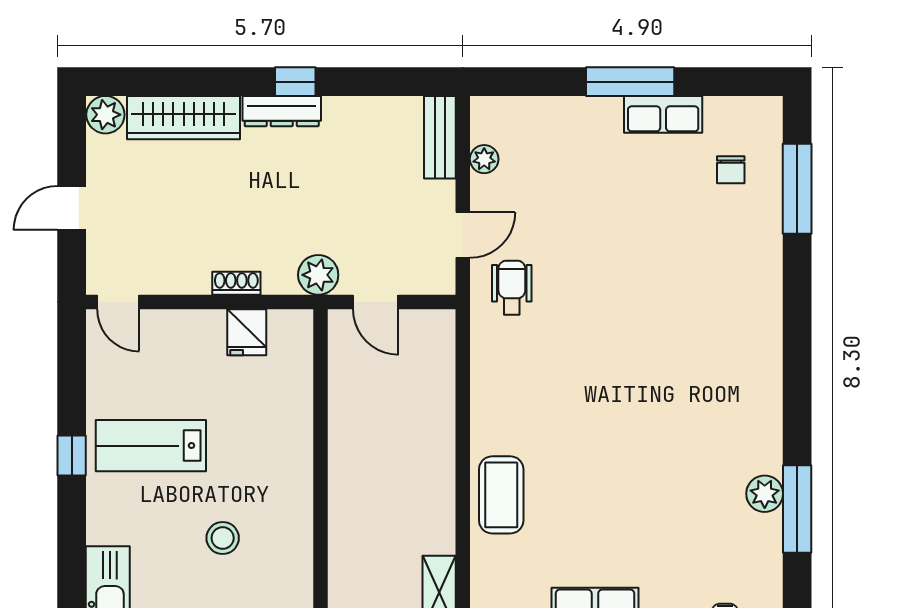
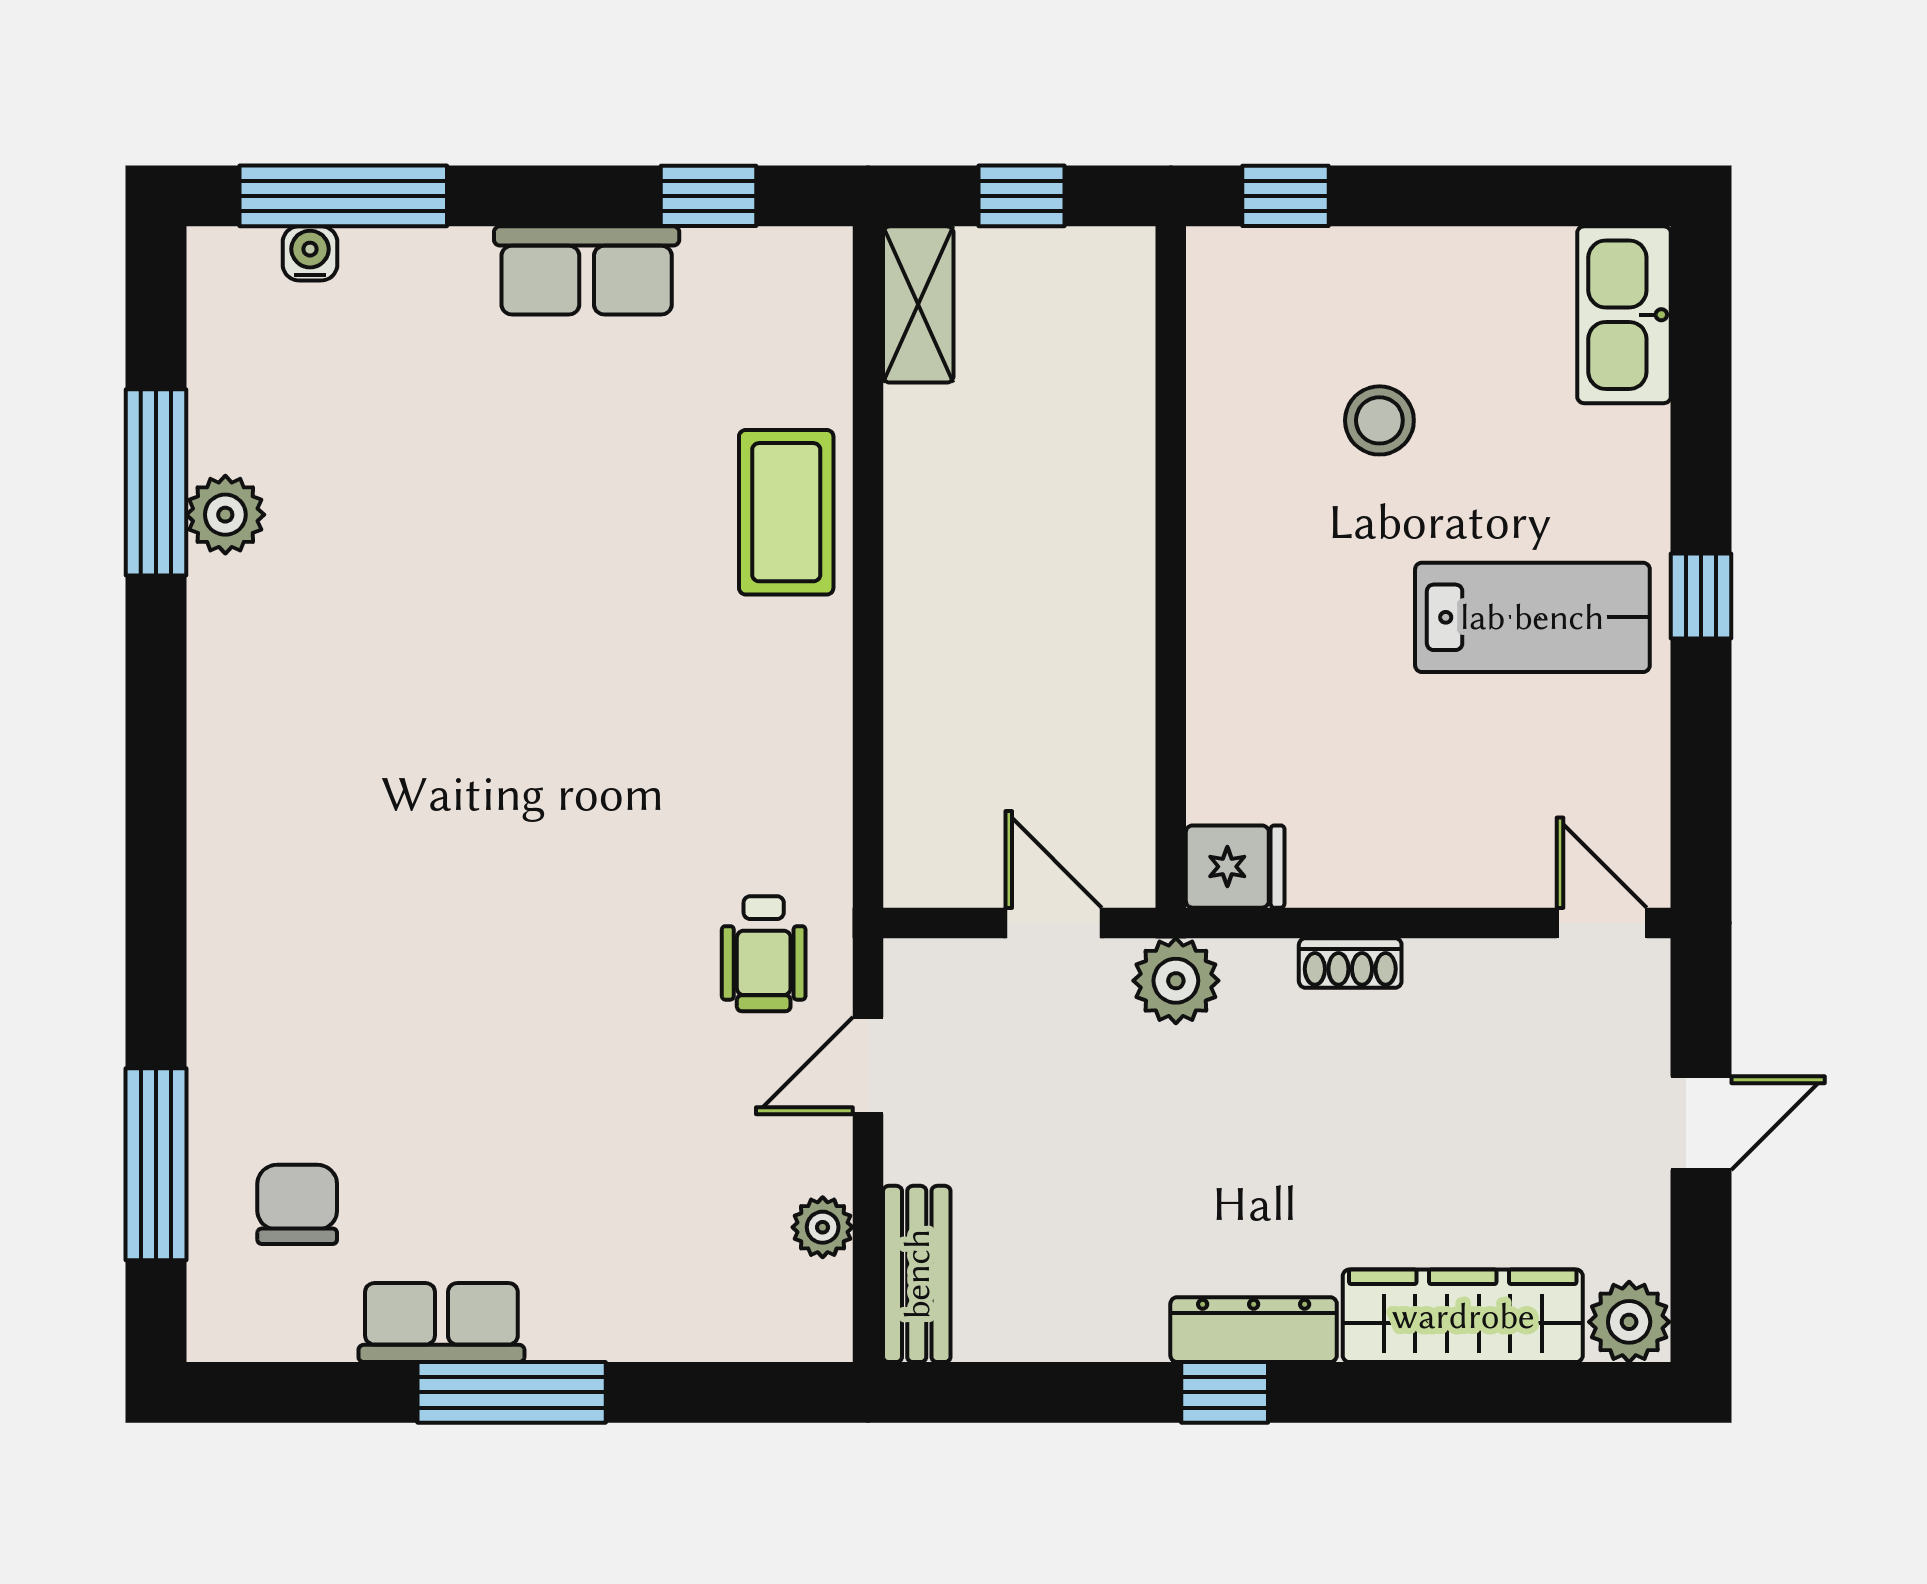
chair: (731, 170) -> (297, 1204), width x1.37, depth x1.37
fridge: (247, 332) -> (1235, 867), moved, turned 90

